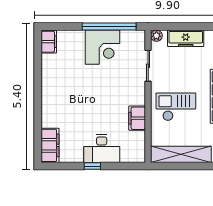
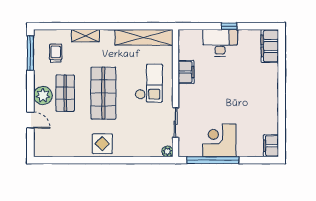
freezer: (186, 38) -> (139, 149), removed
checkout: (176, 107) -> (149, 83), turned -90

